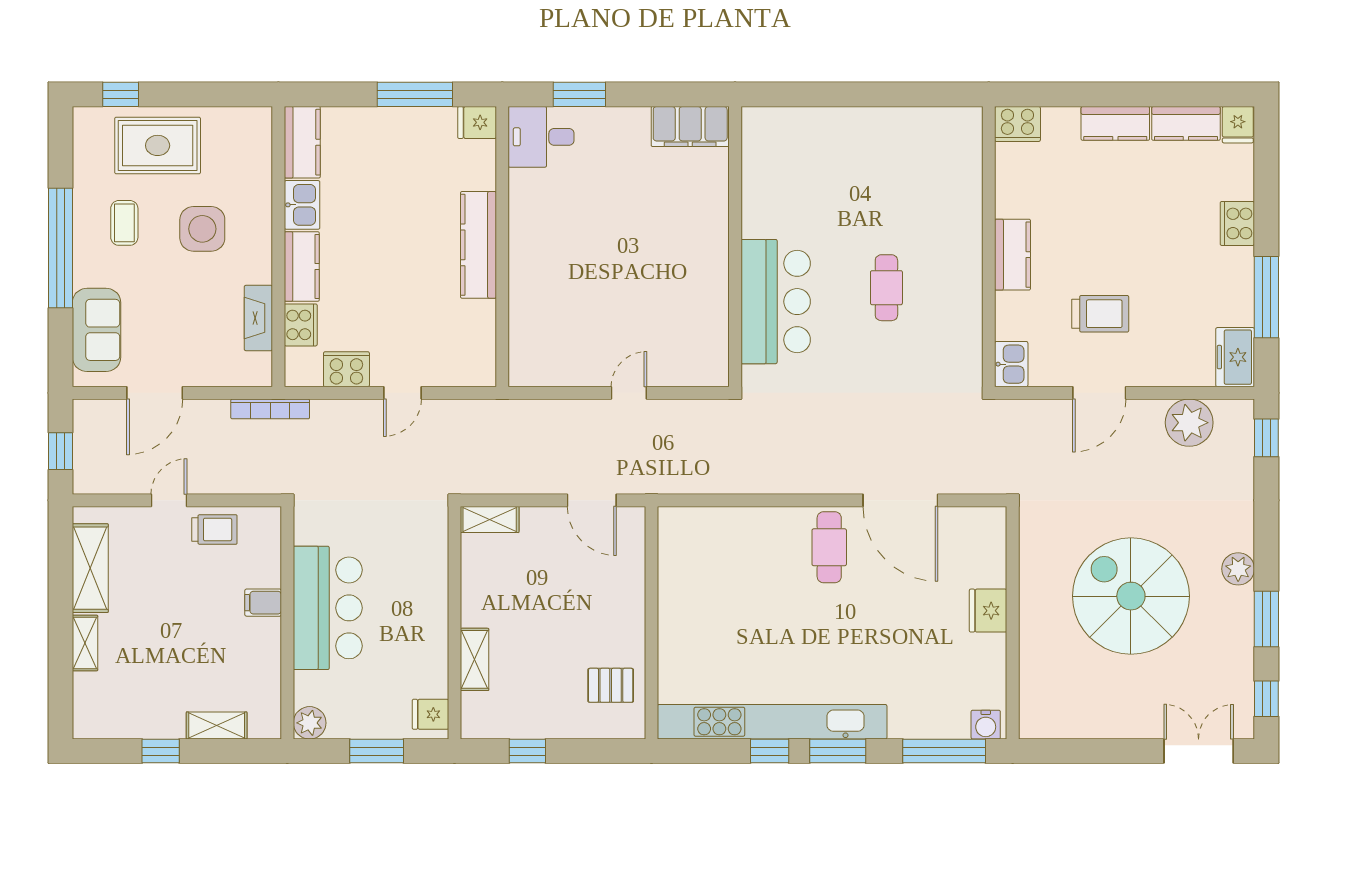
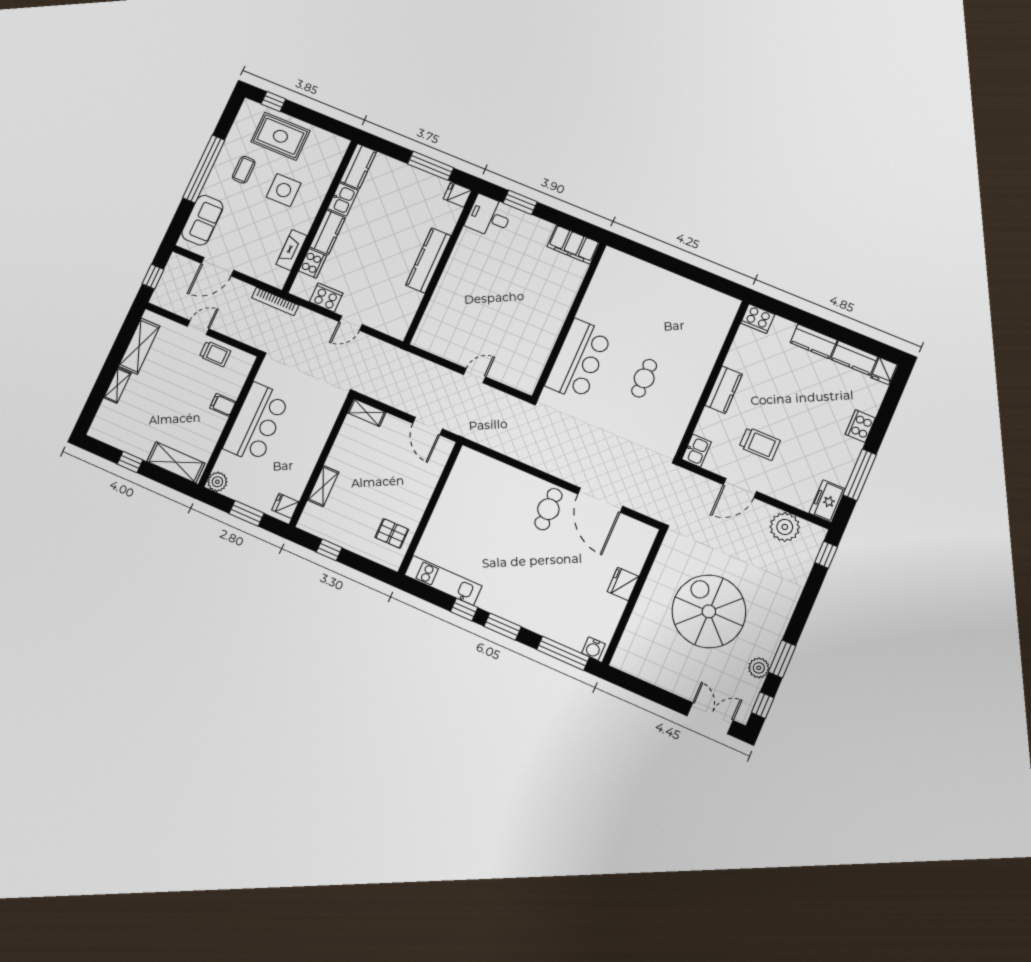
plant: (1238, 569) -> (759, 668), moved
kitchen unit: (772, 722) -> (443, 580), width x0.54
shelving: (217, 725) -> (176, 462), width x1.50, depth x1.33

